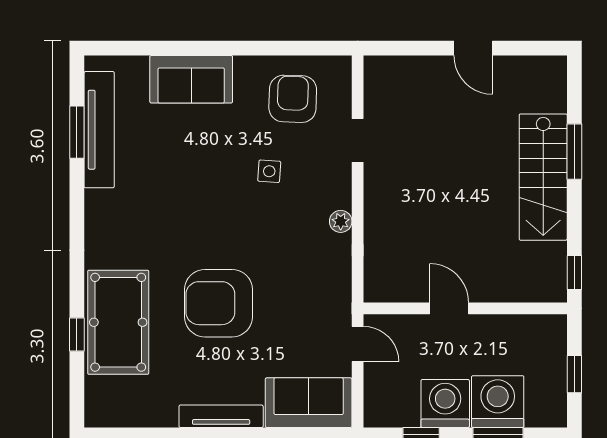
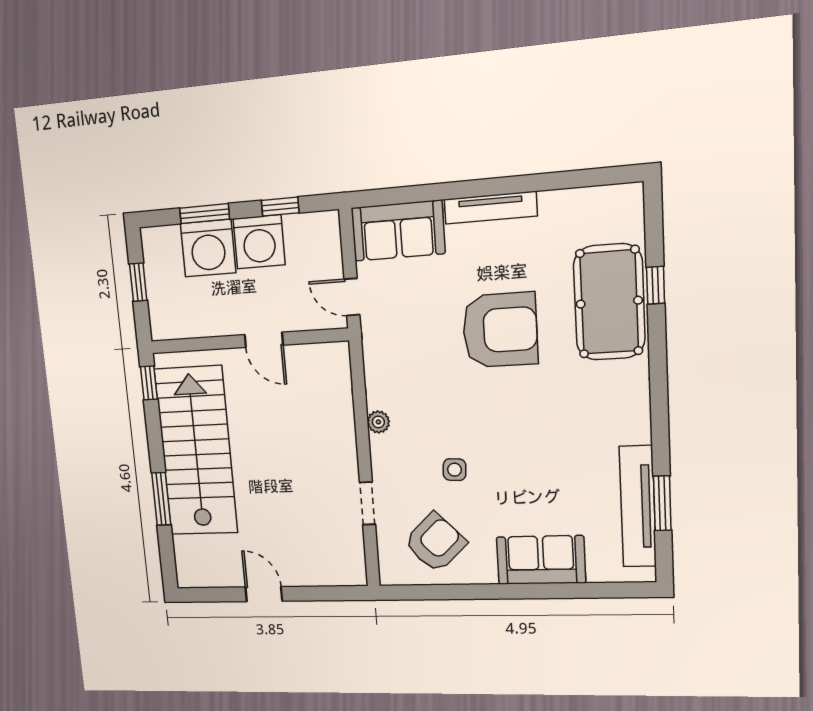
armchair: (293, 99) -> (435, 543), turned -136
stairs: (543, 177) -> (196, 451), width x1.36, depth x1.51

